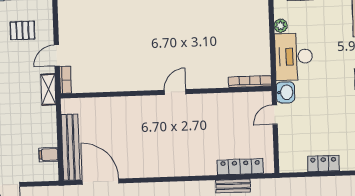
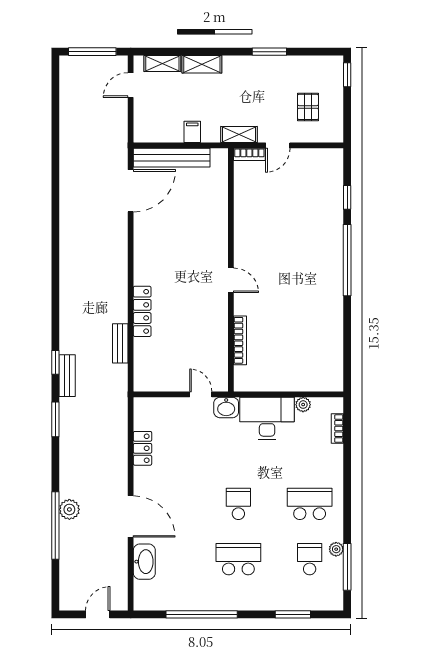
door: (57, 56) -> (278, 145), swing flipped
bookcase: (250, 82) -> (240, 340), moved
filing cabinet: (49, 155) -> (192, 132), moved
locker: (240, 167) -> (142, 311), moved

